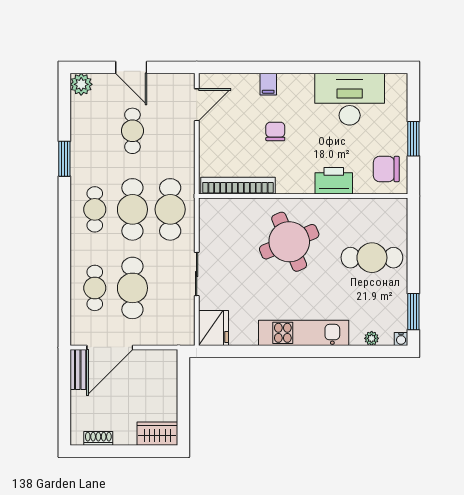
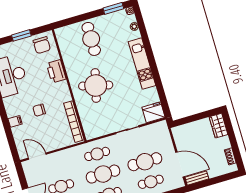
cafe table: (170, 209) -> (97, 154), width x0.73, depth x0.74
round table: (289, 242) -> (96, 85), turned 37

